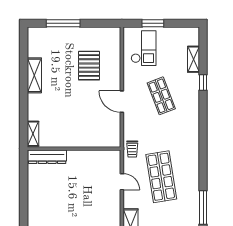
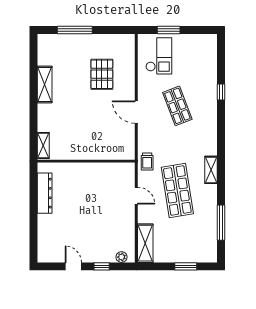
shelving: (193, 59) -> (211, 170), moved
dresser: (47, 157) -> (45, 193), moved, turned -90

